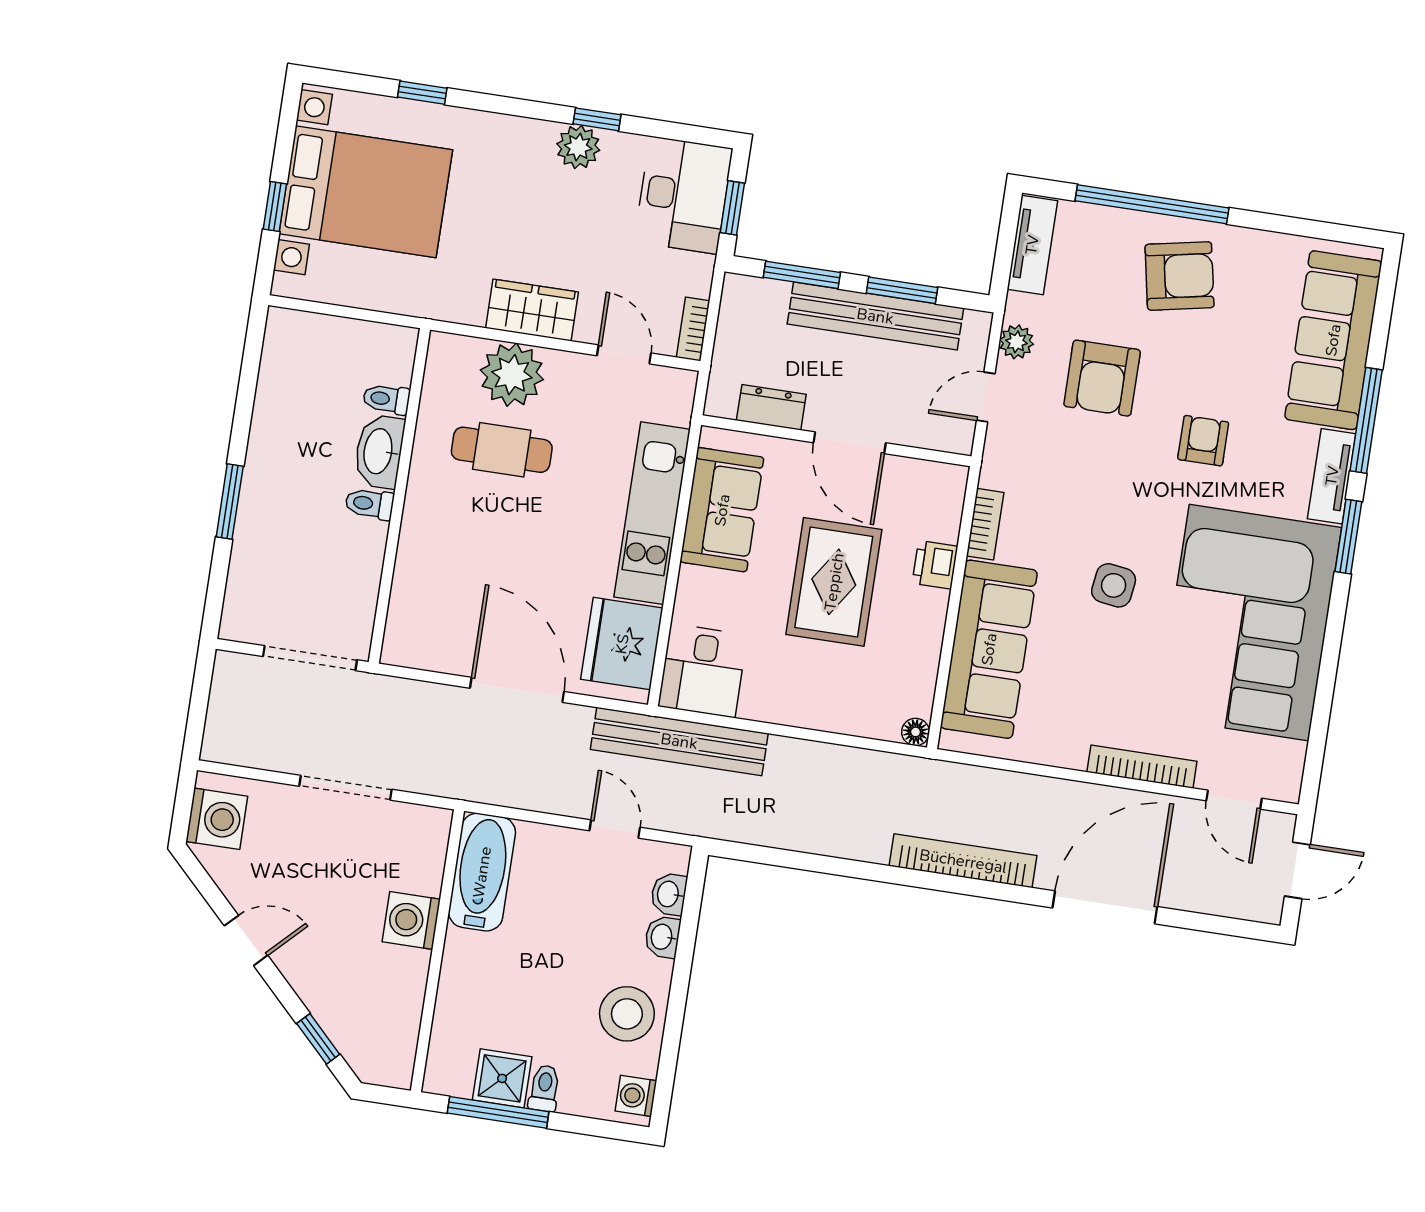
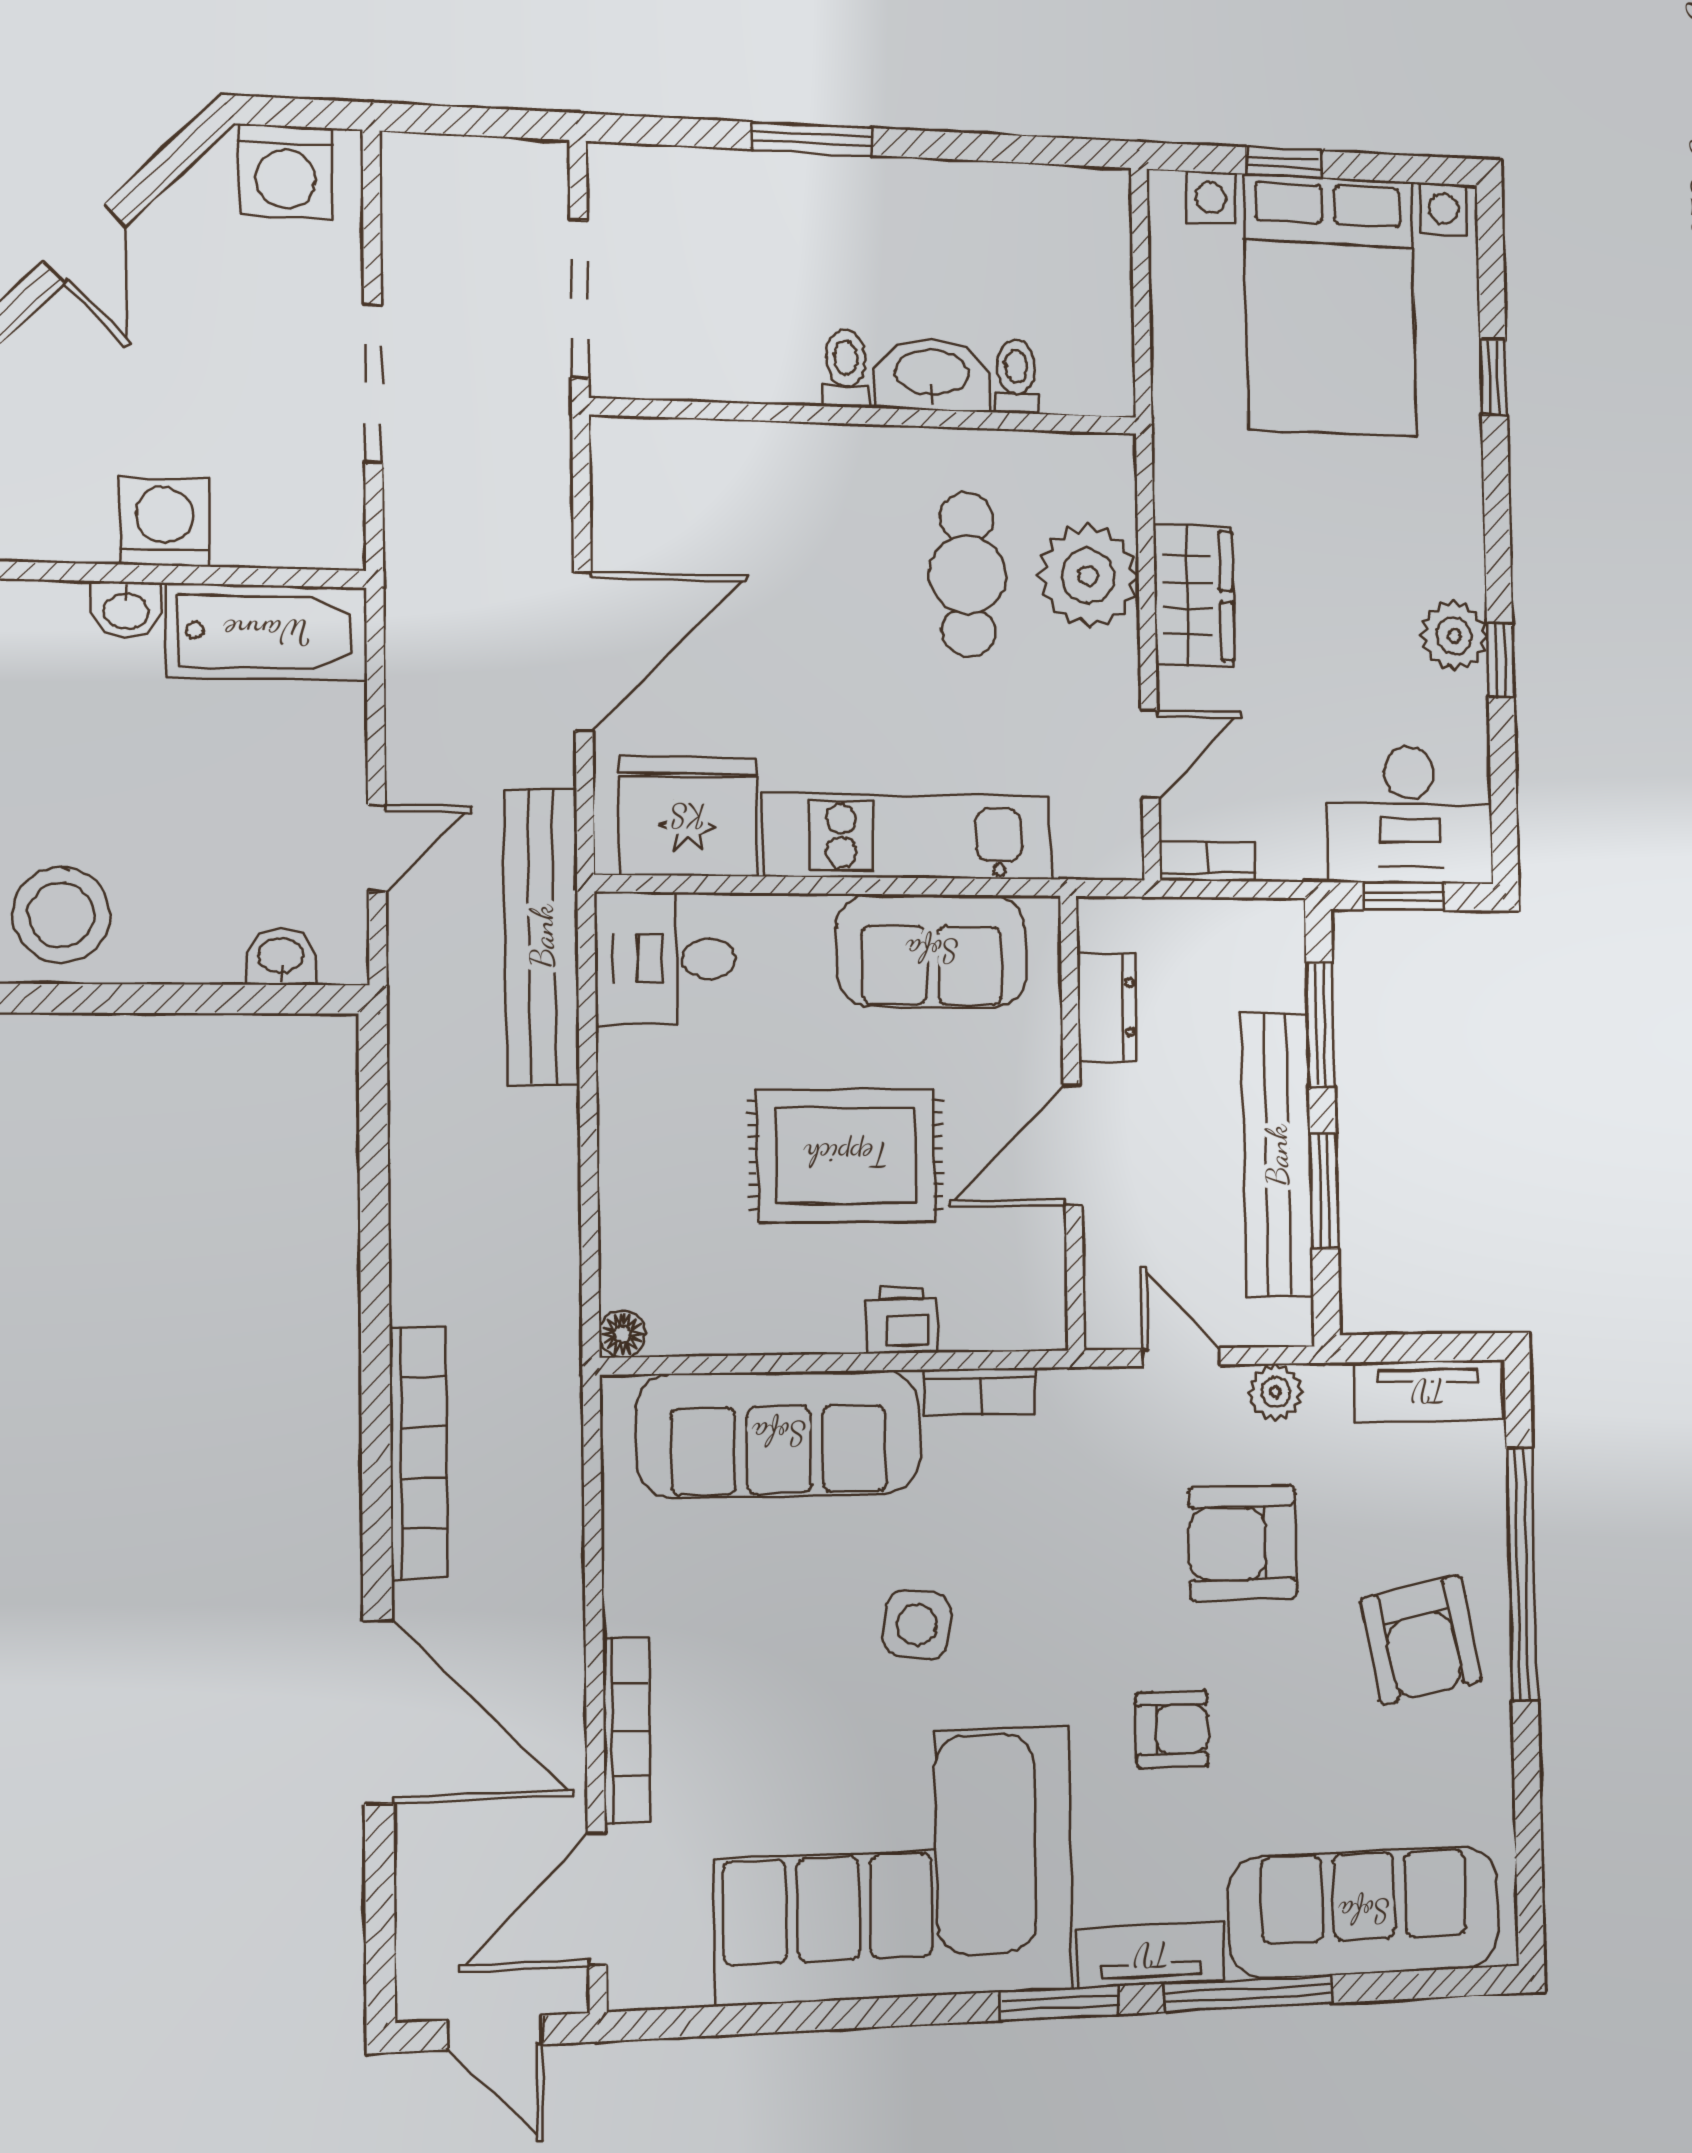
door: (1234, 800) -> (597, 1899), width x1.38
washbasin: (662, 937) -> (126, 609), moved, turned 180

